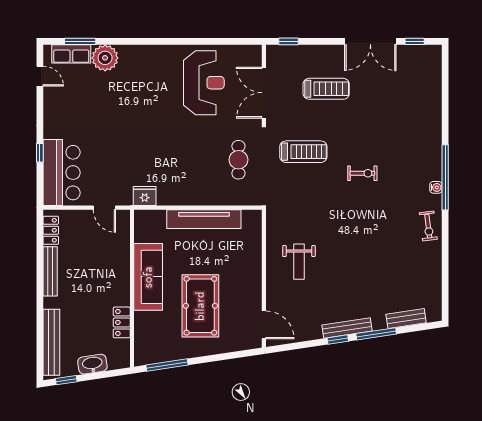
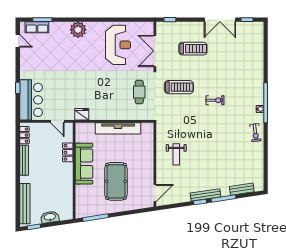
plant: (105, 58) -> (78, 30), moved
locker: (122, 322) -> (68, 152), moved
door: (264, 325) -> (155, 193), hinge flipped

